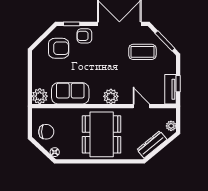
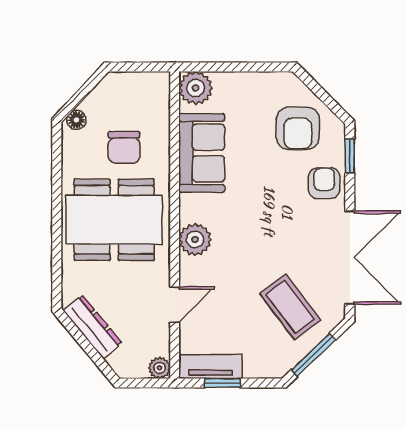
coffee table: (142, 52) -> (290, 307), turned -37
plant: (171, 126) -> (159, 368), moved
chair: (46, 132) -> (124, 147), moved

